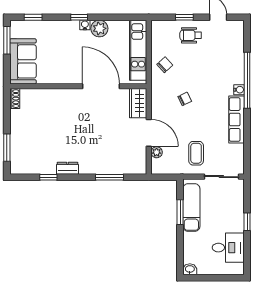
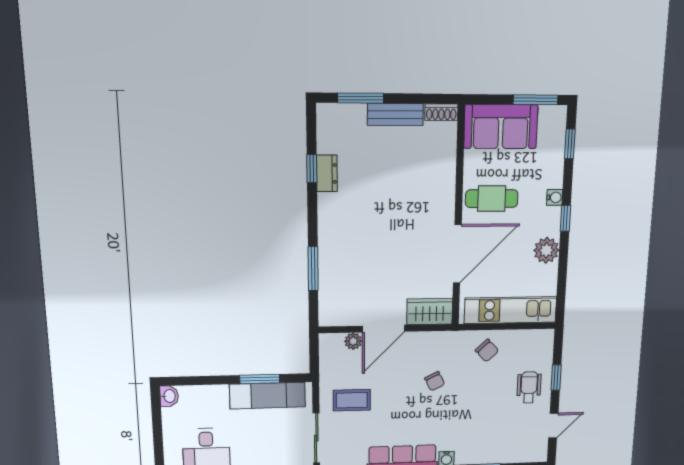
water cooler: (85, 25) -> (555, 197), moved
cafe table: (67, 65) -> (492, 199), added
bench: (16, 127) -> (395, 114), added
dresser: (67, 168) -> (327, 173), moved

